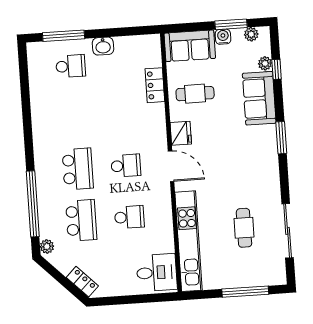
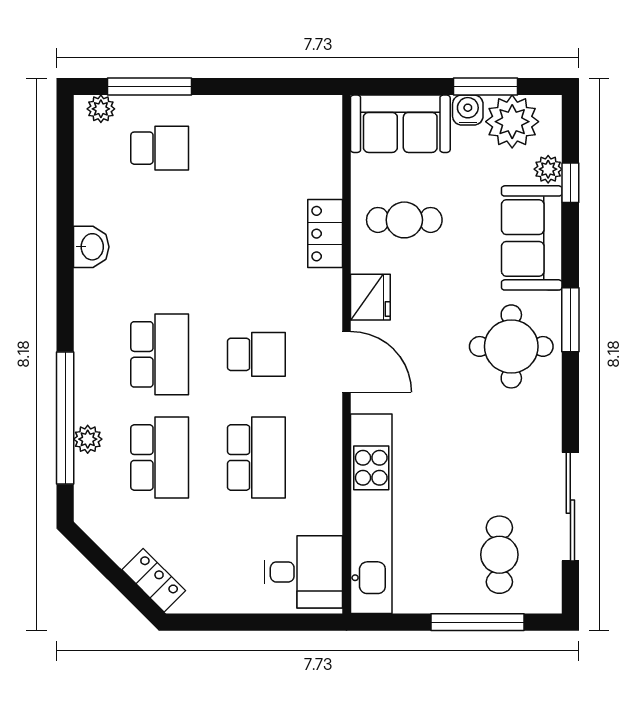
plant: (251, 34) -> (512, 122), width x1.87, depth x1.87
washbasin: (103, 46) -> (91, 247), moved, turned -90
plant: (40, 48) -> (101, 109), added
locker: (155, 85) -> (325, 234), moved
round table: (253, 153) -> (511, 346), added
school desk: (129, 217) -> (256, 457), width x1.85
cafe table: (244, 228) -> (499, 555), moved
plant: (47, 246) -> (88, 439), moved

